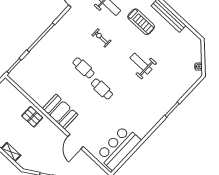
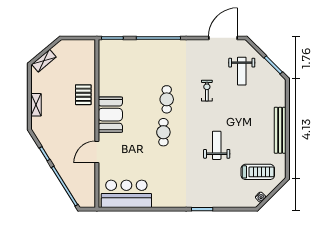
treadmill: (141, 22) -> (258, 172), moved, turned -90

